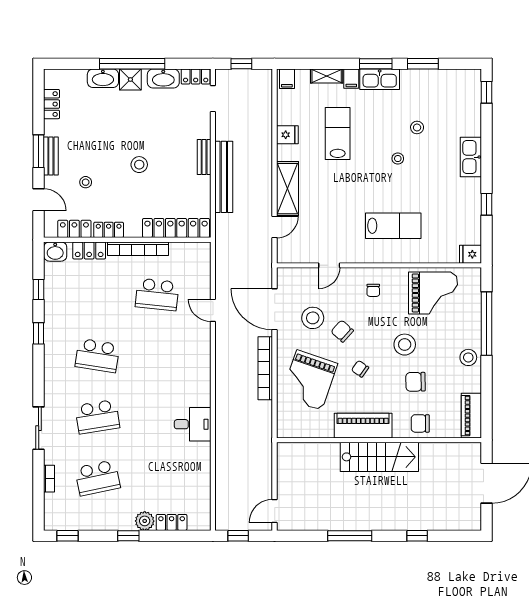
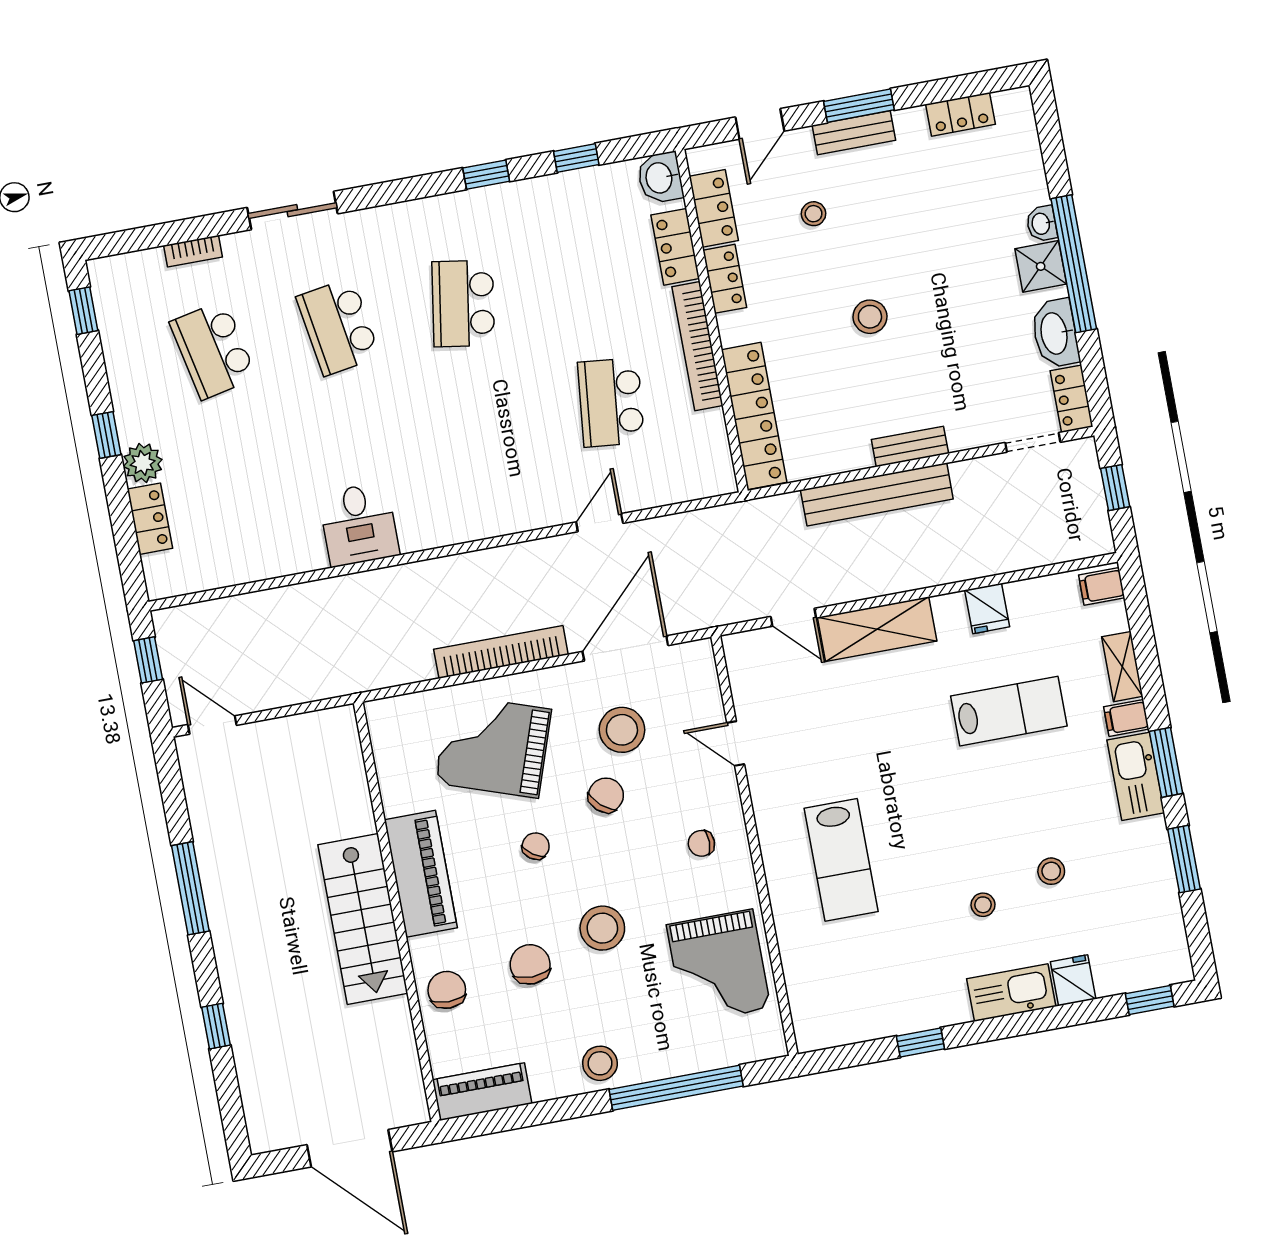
washbasin: (103, 78) -> (1042, 224), width x0.52, depth x0.69
stool: (398, 159) -> (983, 905), moved
fridge: (471, 254) -> (1073, 980), moved

